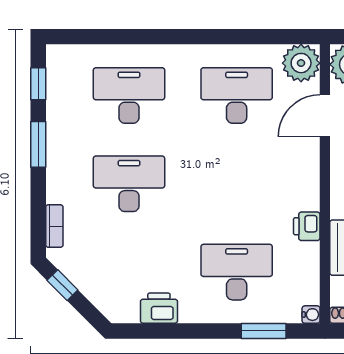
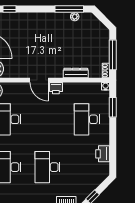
door: (325, 116) -> (39, 80), moved
printer: (307, 226) -> (56, 88), moved

